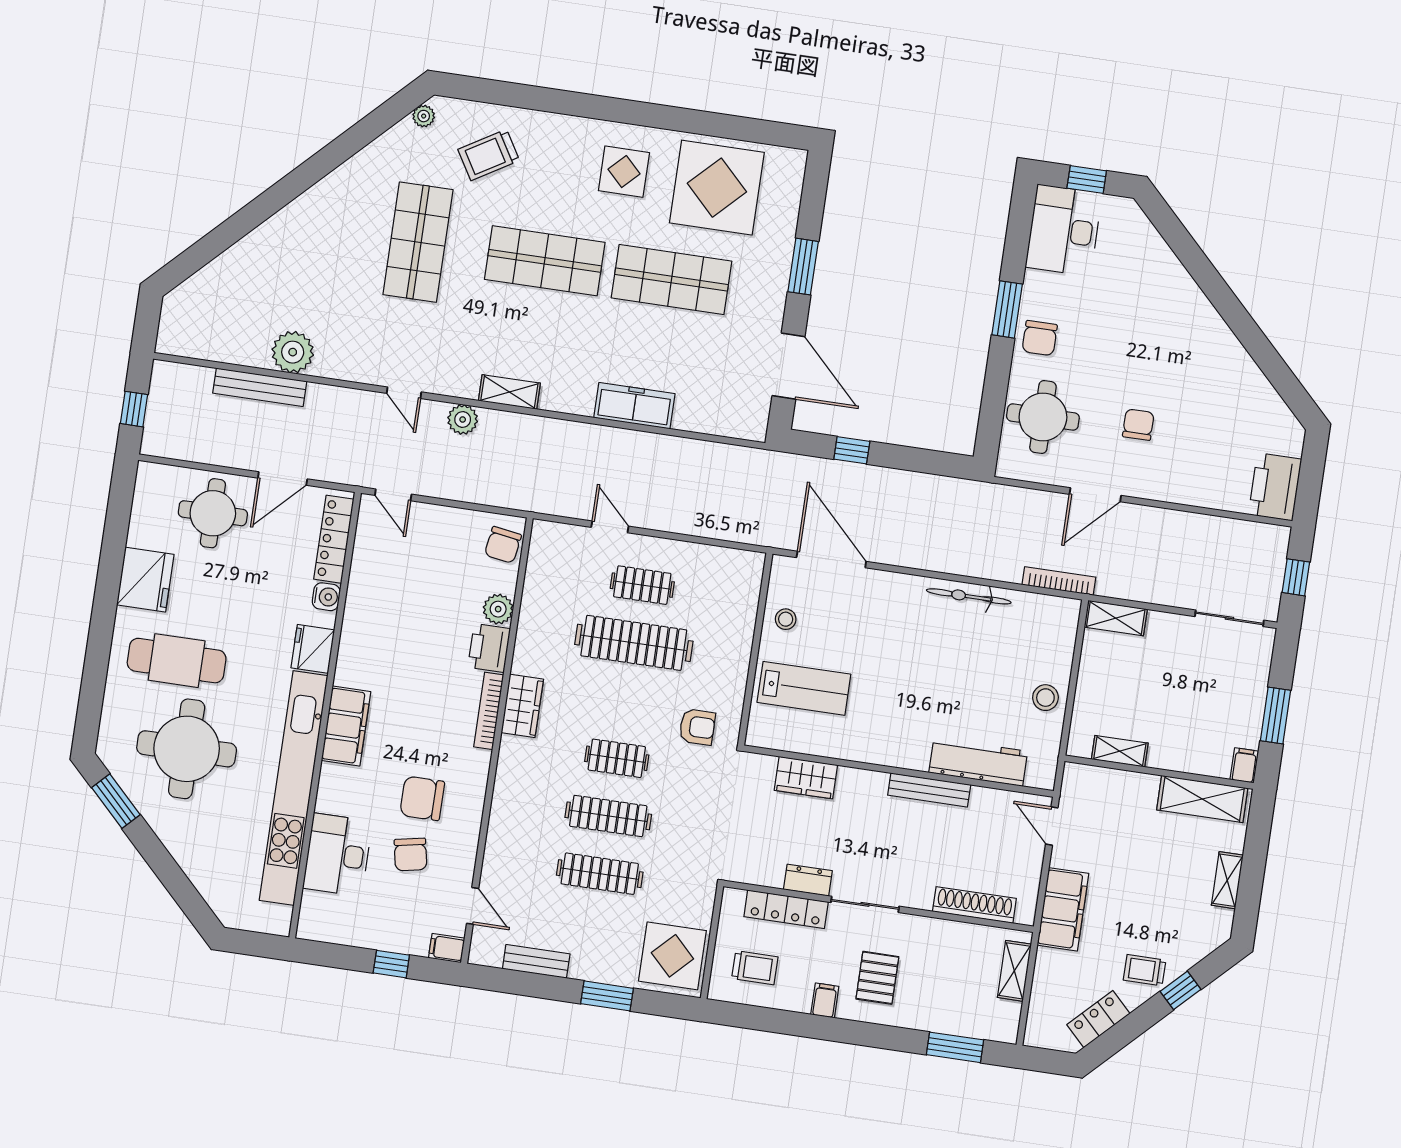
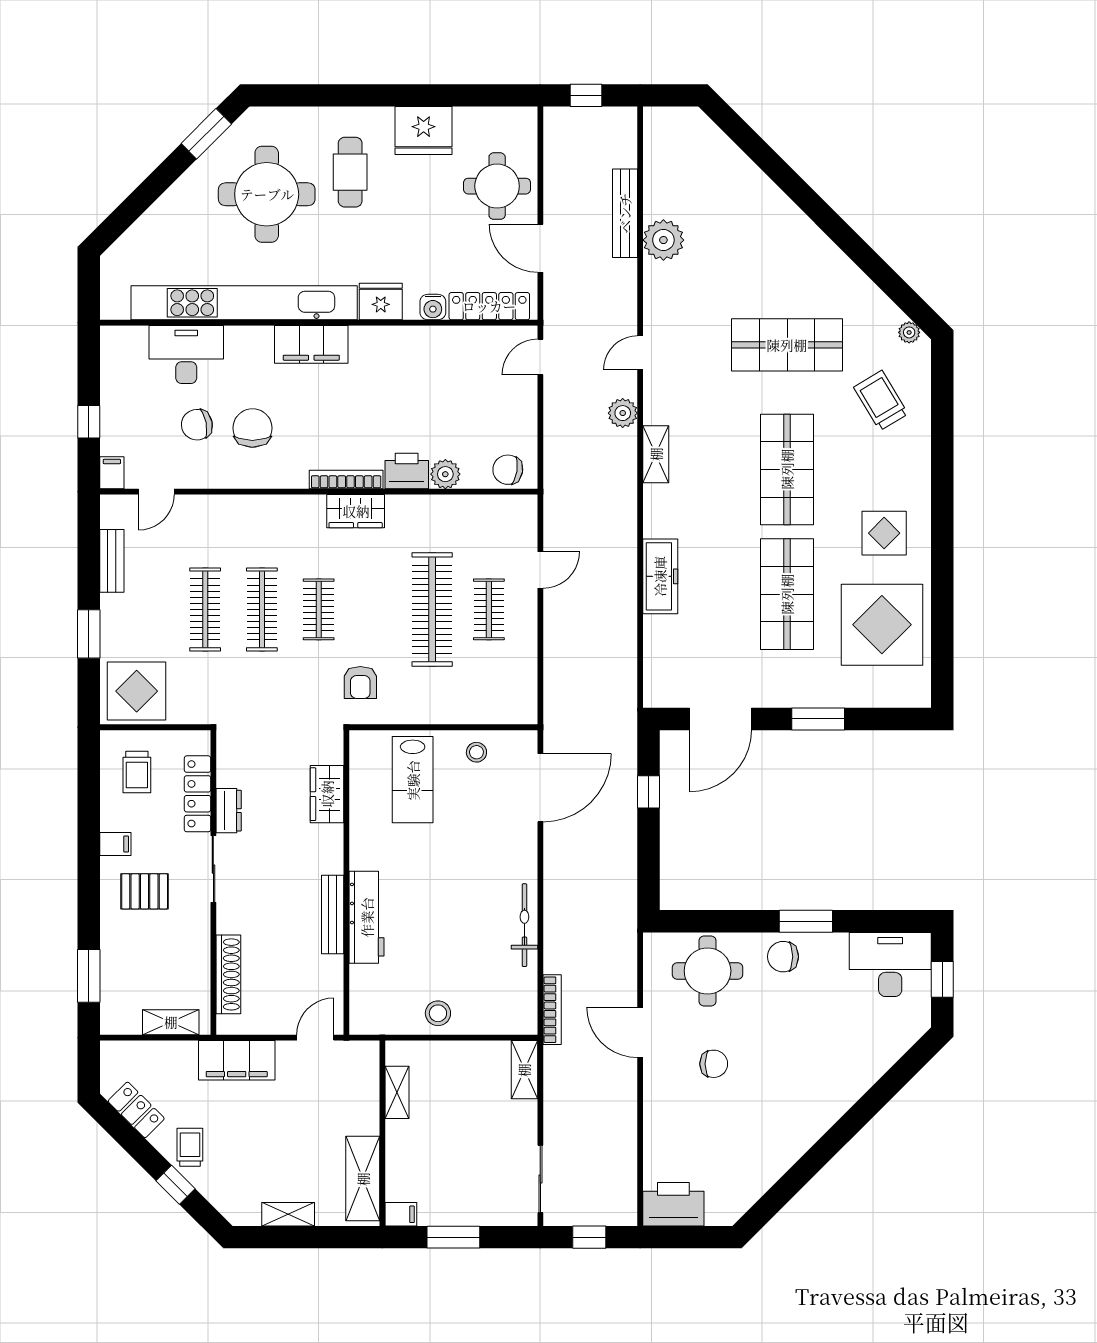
cafe table: (177, 661) -> (350, 172), width x0.73, depth x0.74
workbench: (978, 762) -> (367, 917), moved

